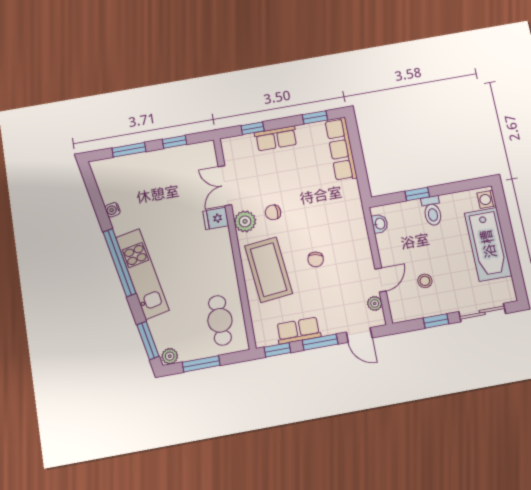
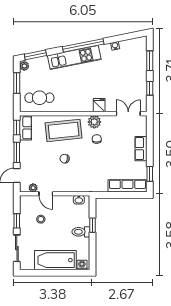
window: (253, 128) -> (150, 136), removed
double door: (225, 186) -> (128, 114), moved
row of seats: (298, 331) -> (26, 128), moved

